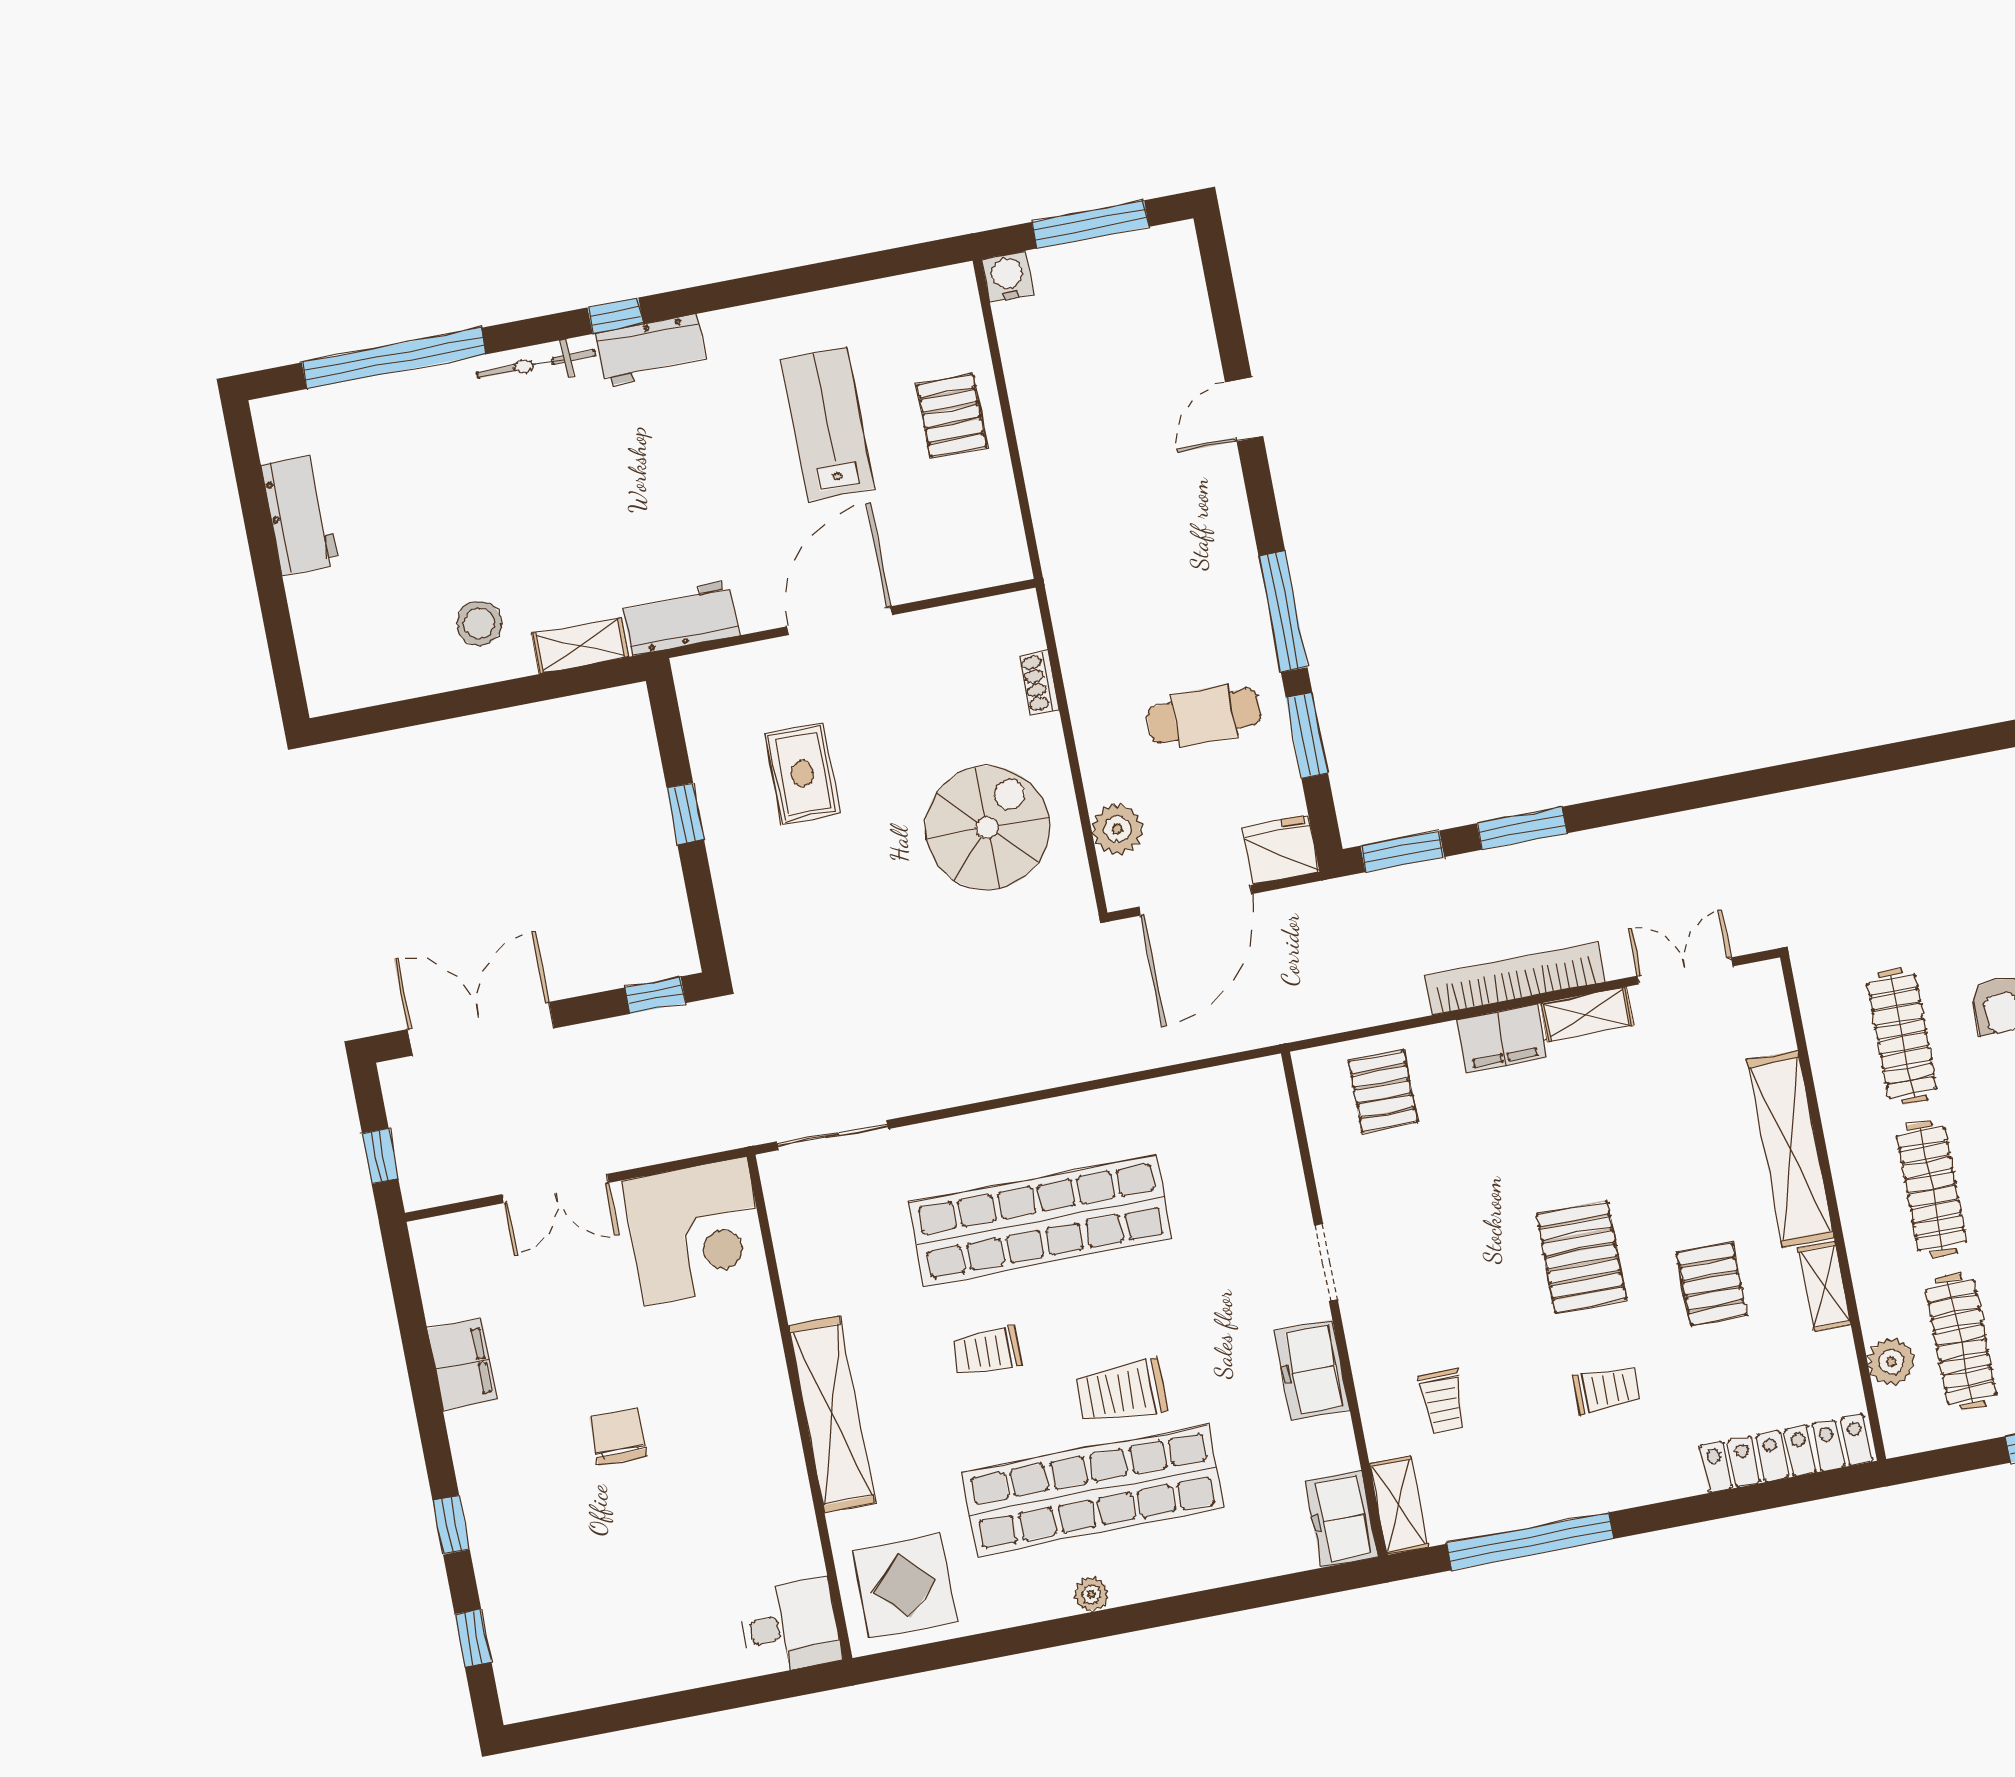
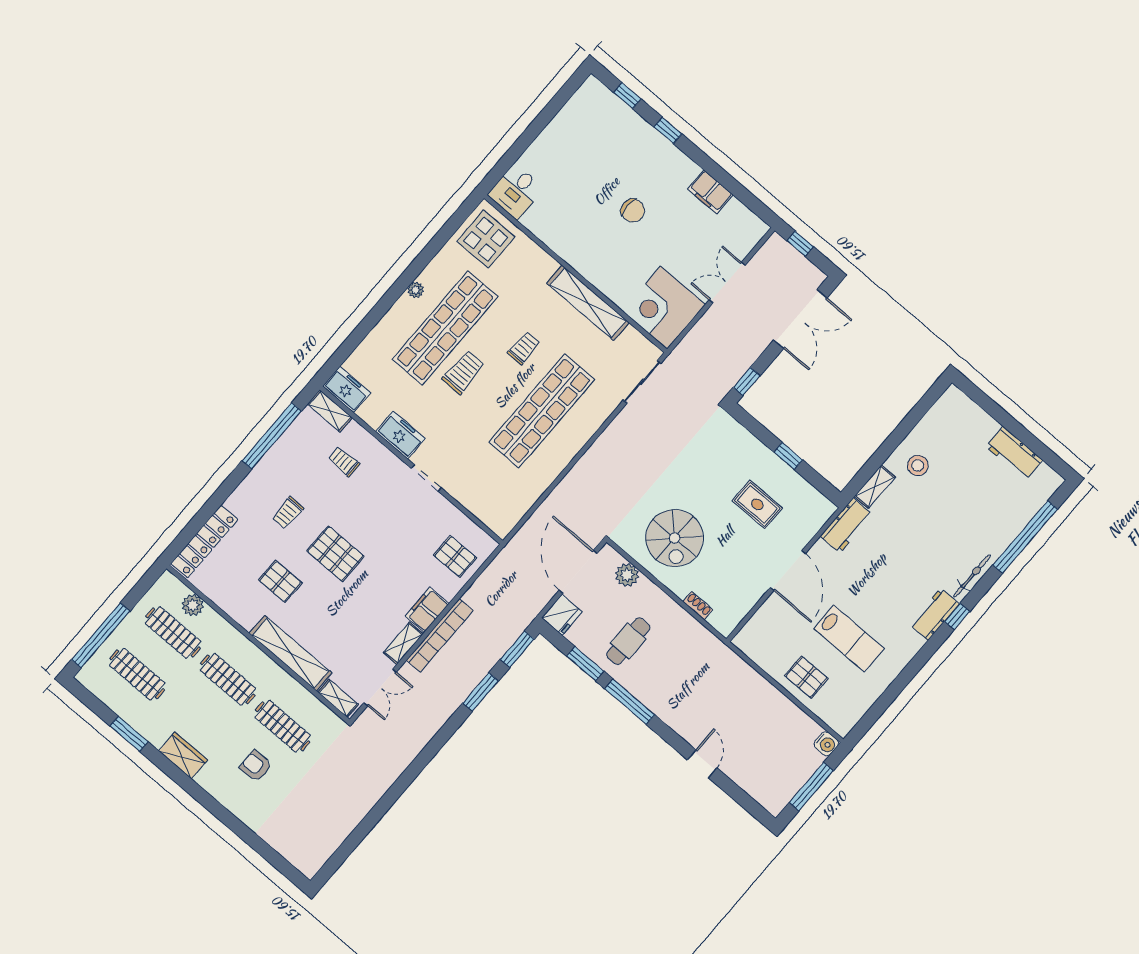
shelving: (1824, 1286) -> (338, 698), moved
shelving: (832, 1414) -> (588, 303), moved

